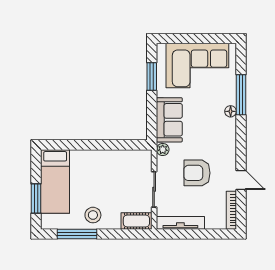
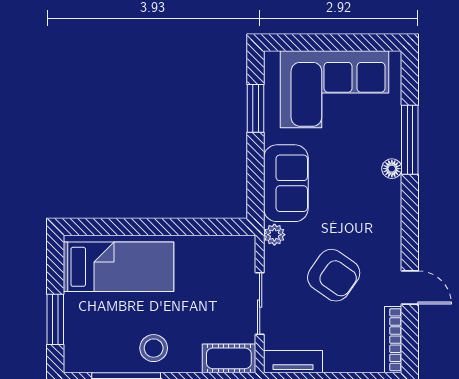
armchair: (197, 173) -> (334, 275), turned -145
bed: (55, 181) -> (119, 267), moved, turned -90
tv unit: (180, 223) -> (293, 362), width x0.71

